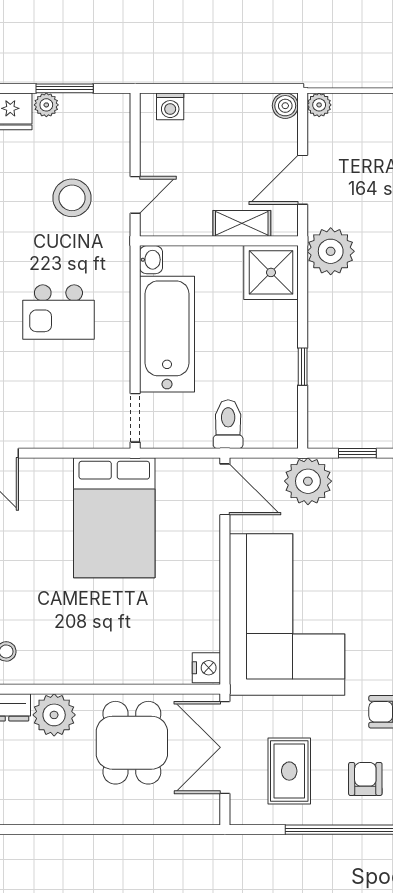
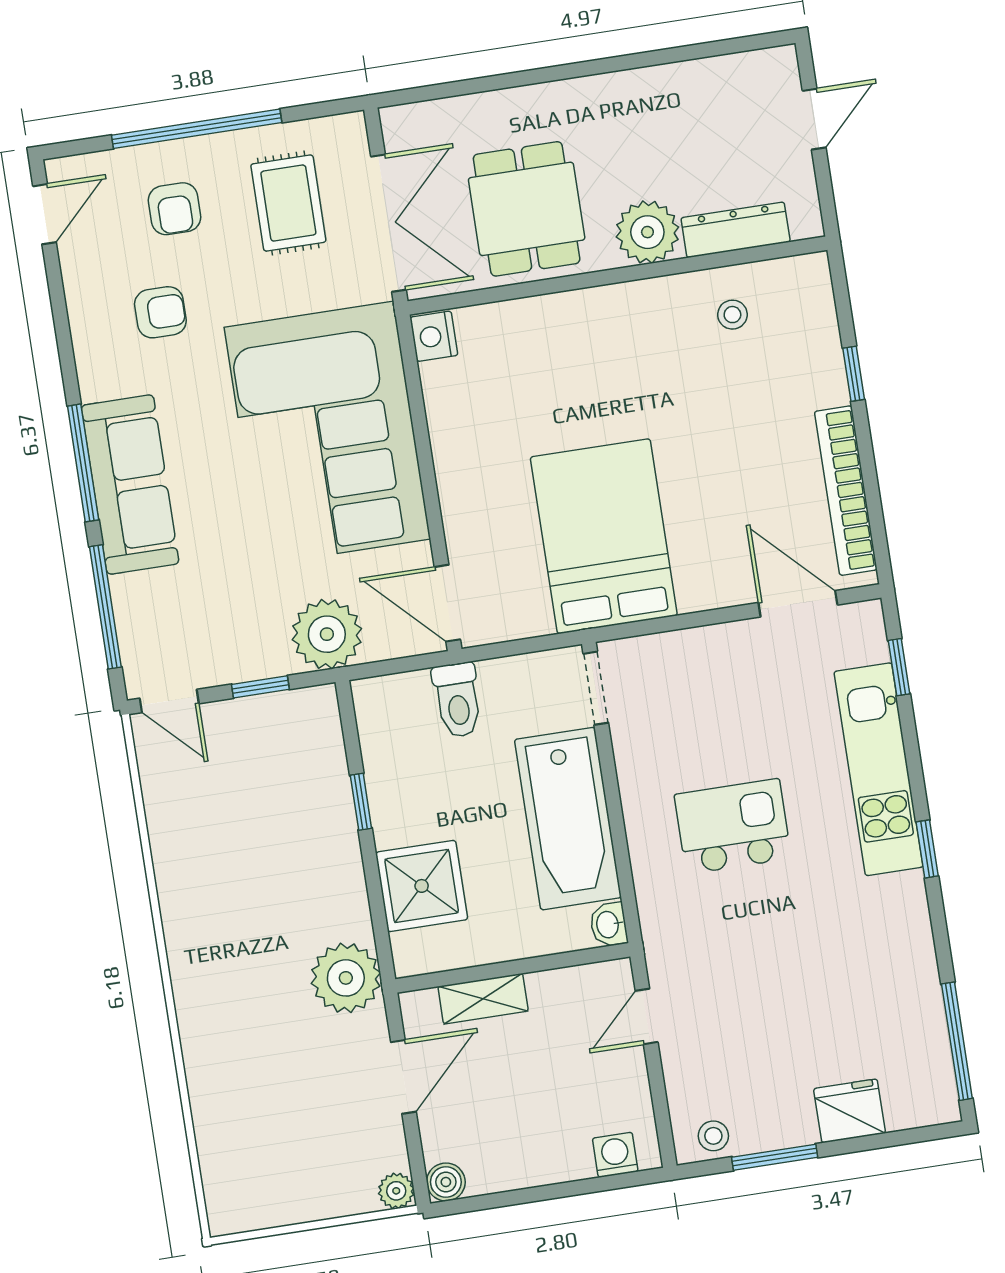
plant: (46, 105) -> (798, 1129), removed
stool: (72, 198) -> (713, 1136), moved, width x0.53, depth x0.53
shower: (271, 272) -> (422, 886), moved

